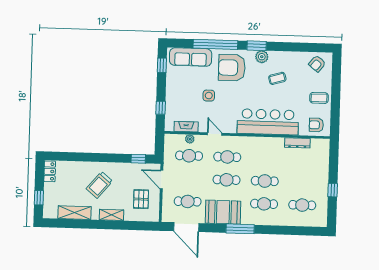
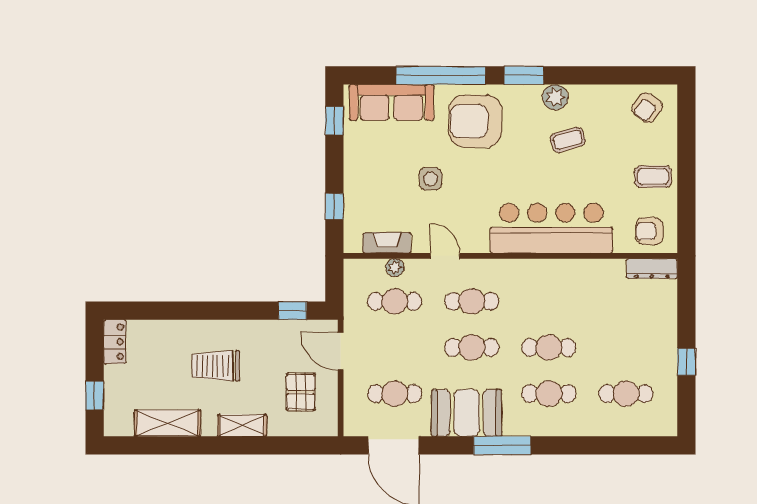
plant: (262, 57) -> (555, 97), moved
dresser: (297, 143) -> (652, 269), moved
trolley: (99, 185) -> (216, 366), turned 50

